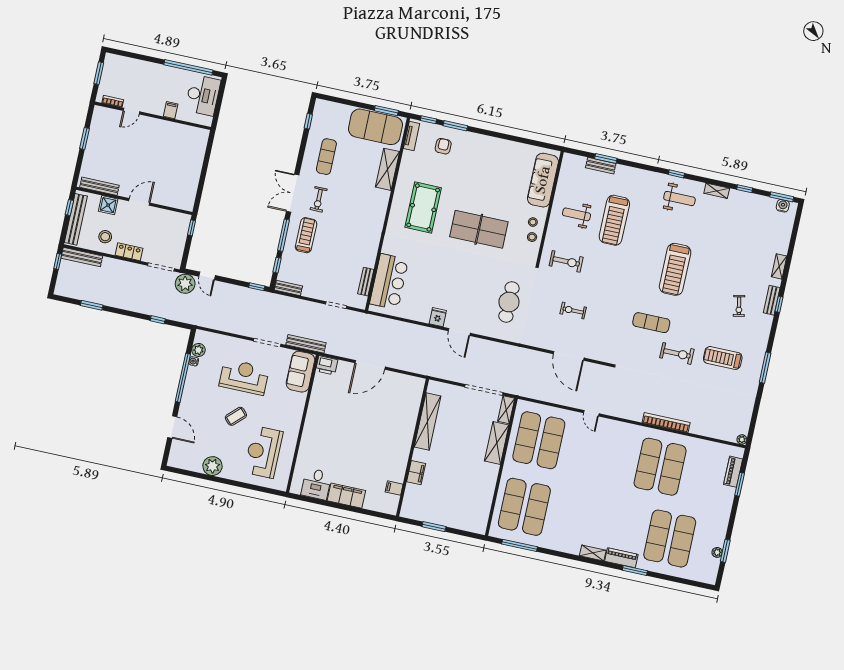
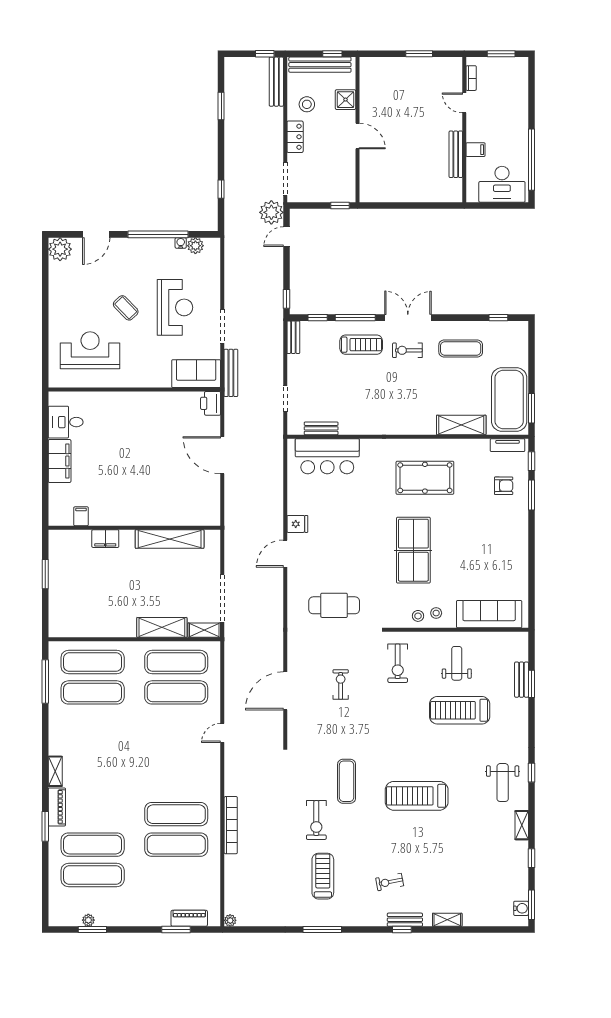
bench: (99, 186) -> (456, 154), moved
plant: (212, 466) -> (60, 249), moved

